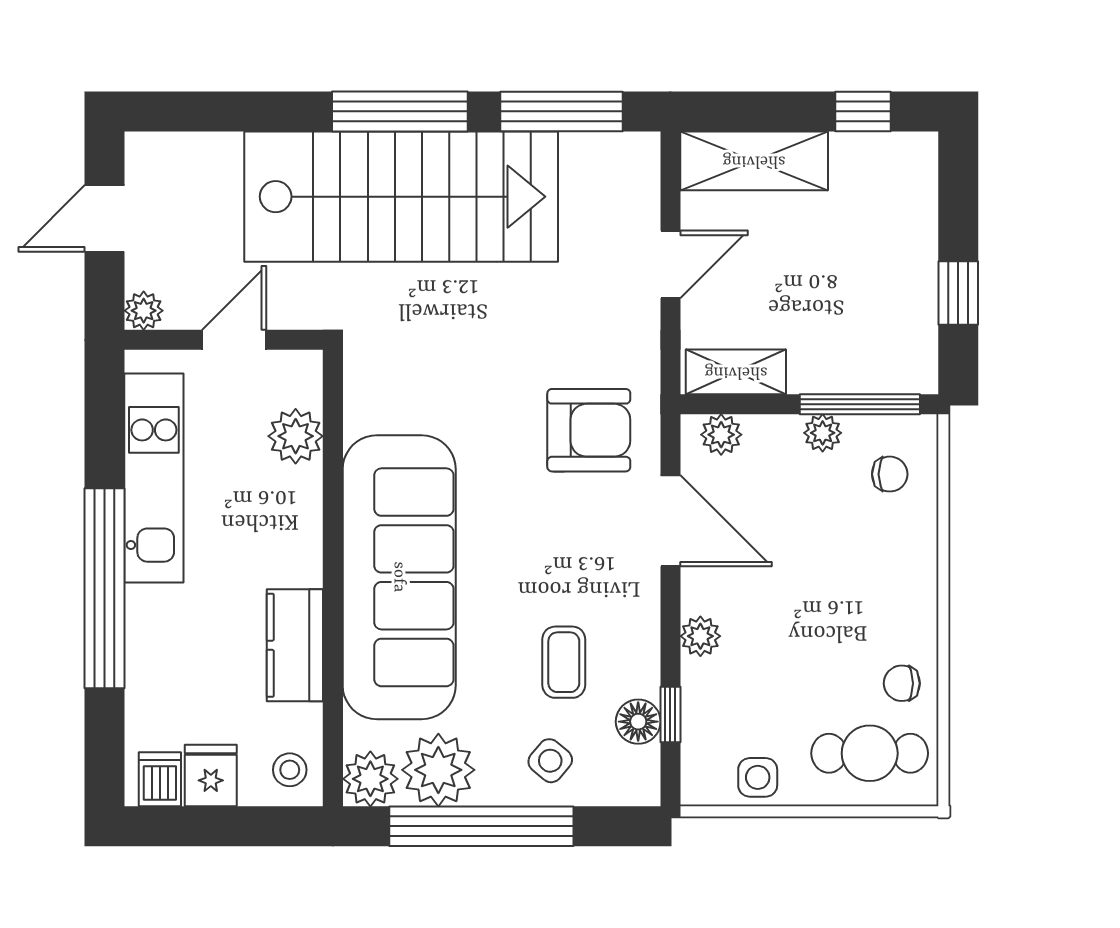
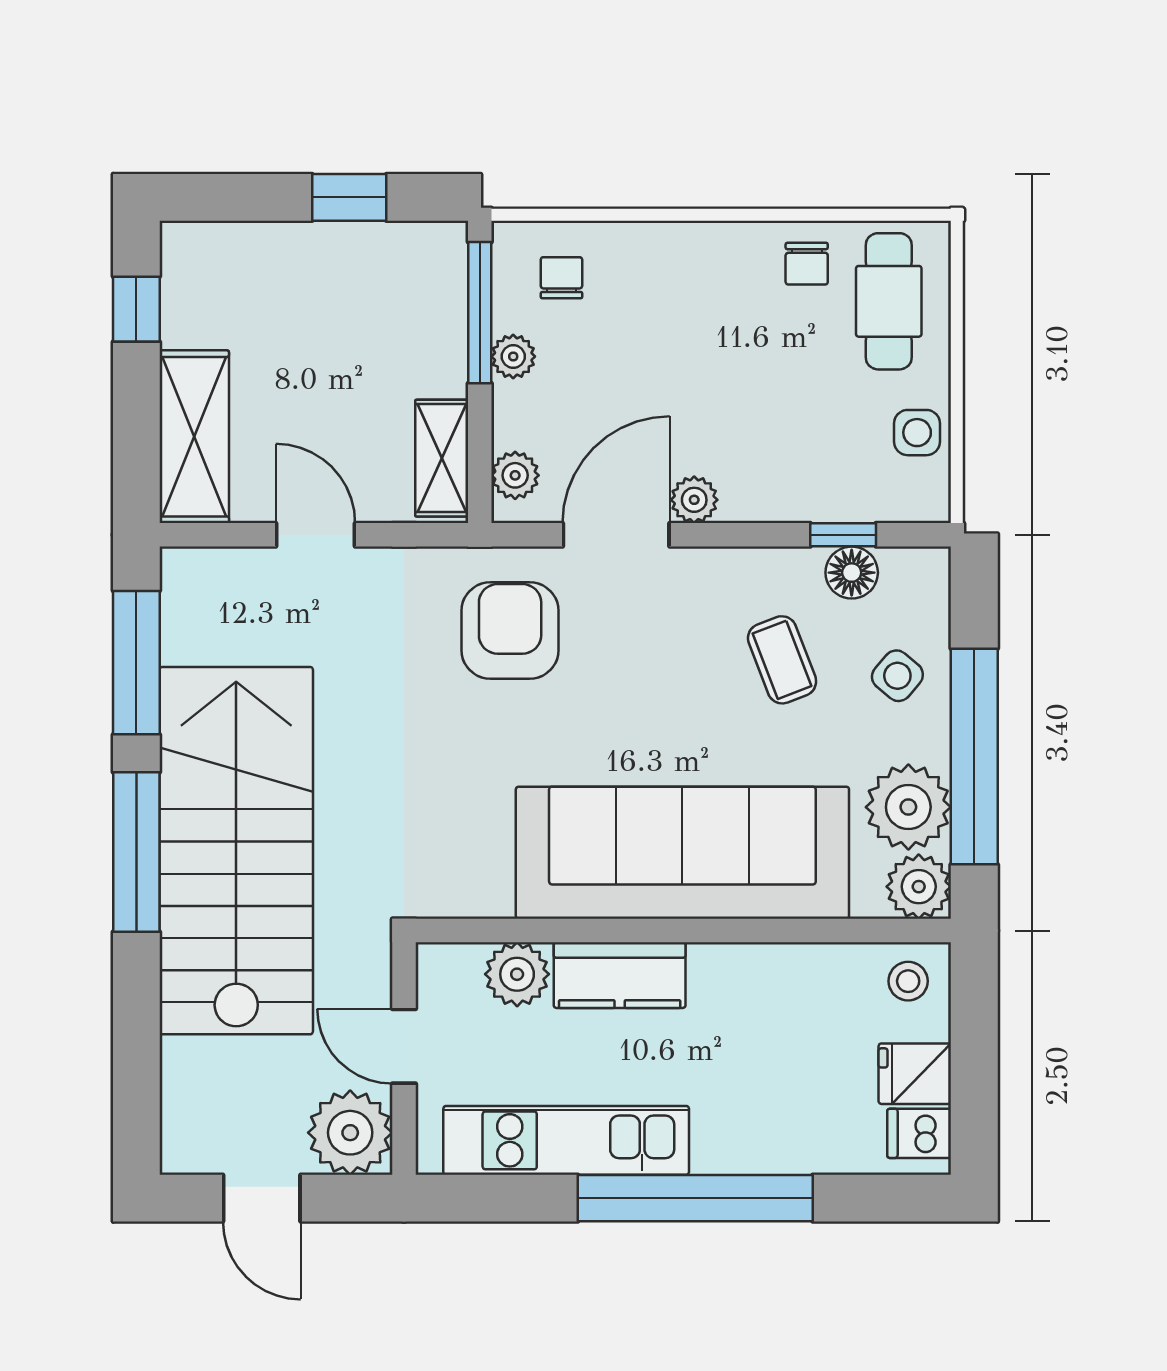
plant: (144, 311) -> (350, 1133), width x1.88, depth x1.88
plant: (700, 636) -> (694, 500), moved
kitchen counter: (295, 645) -> (620, 975), moved
coffee table: (564, 662) -> (782, 660), turned 69

